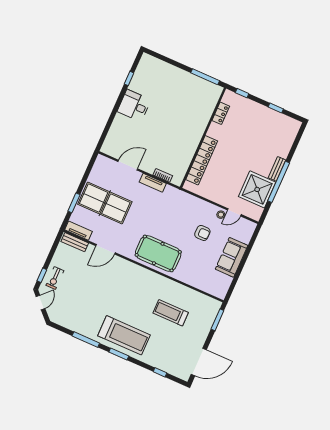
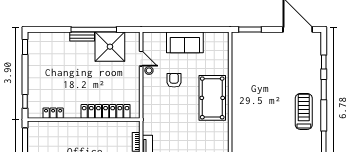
window: (276, 108) -> (25, 47), moved
pool table: (158, 253) -> (212, 98), moved
treadmill: (171, 313) -> (263, 77), removed
treadmill: (124, 335) -> (304, 111), width x0.73, depth x0.73
window: (119, 354) -> (324, 90), moved

